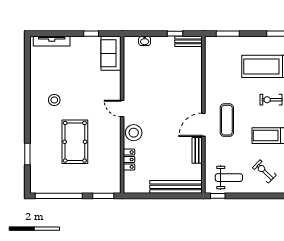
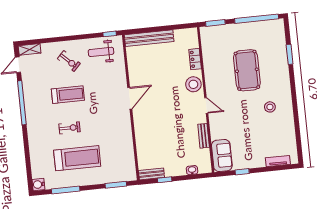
tv unit: (52, 41) -> (278, 161), width x0.71
exercise mat: (227, 120) -> (108, 105), removed
bench: (197, 150) -> (204, 136), moved

